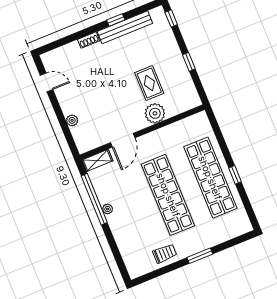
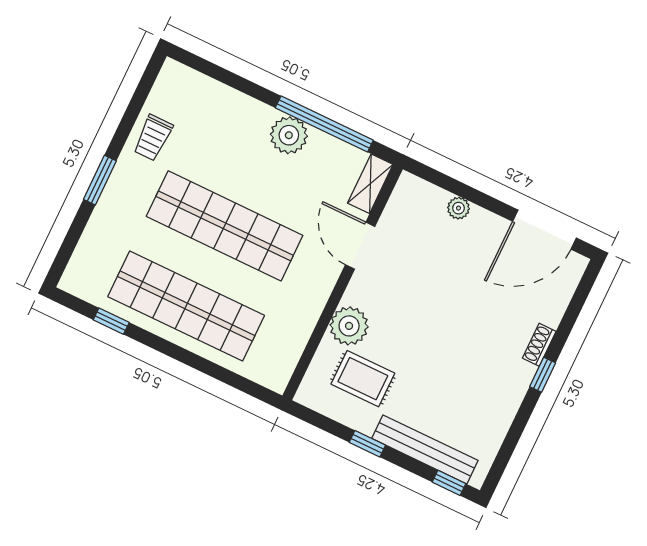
window: (116, 20) -> (543, 375), moved
bench: (125, 27) -> (425, 449), moved, turned 90
door: (47, 82) -> (544, 230), width x1.88
rug: (149, 83) -> (363, 379), moved
window: (235, 175) -> (111, 321), moved
plant: (108, 209) -> (289, 135), width x1.87, depth x1.87

